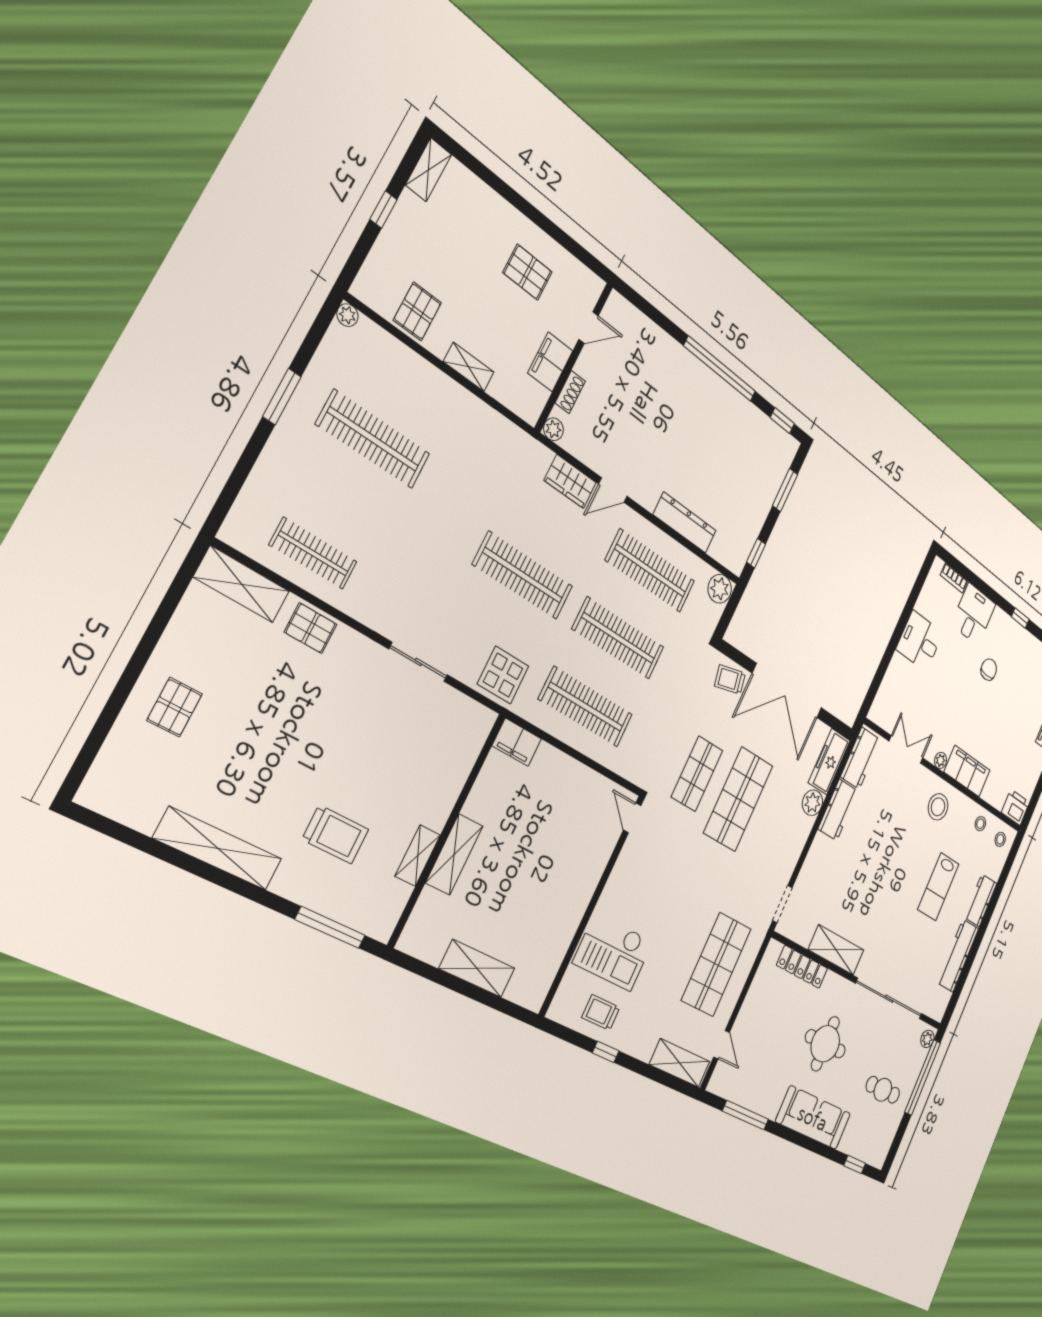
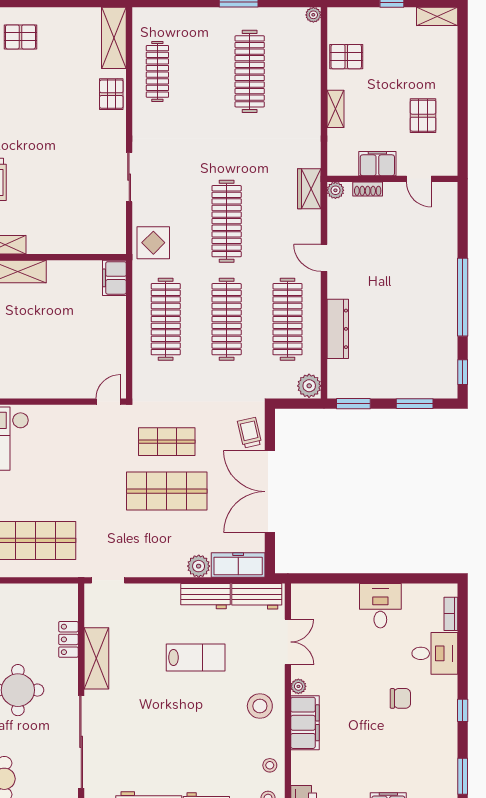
wardrobe: (570, 481) -> (309, 189), moved
window: (756, 553) -> (353, 404), width x1.50
lab bench: (938, 887) -> (196, 657), moved, turned 180
locker: (802, 967) -> (68, 639), width x0.66

